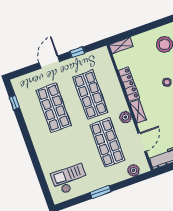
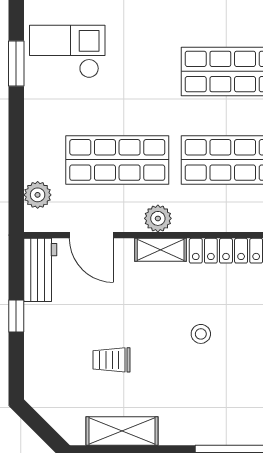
checkout: (70, 179) -> (67, 51), turned -90
window: (101, 192) -> (16, 64), moved

